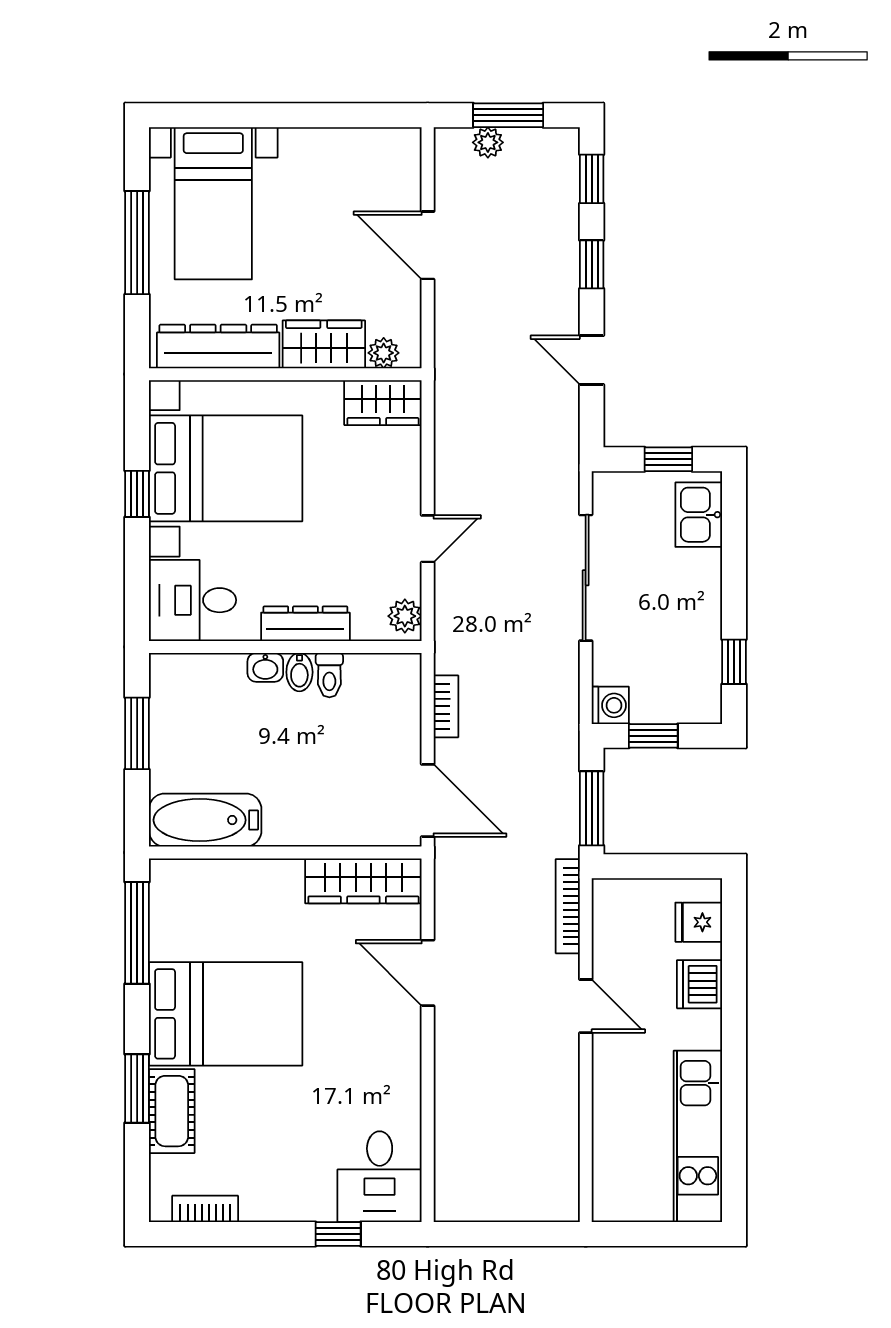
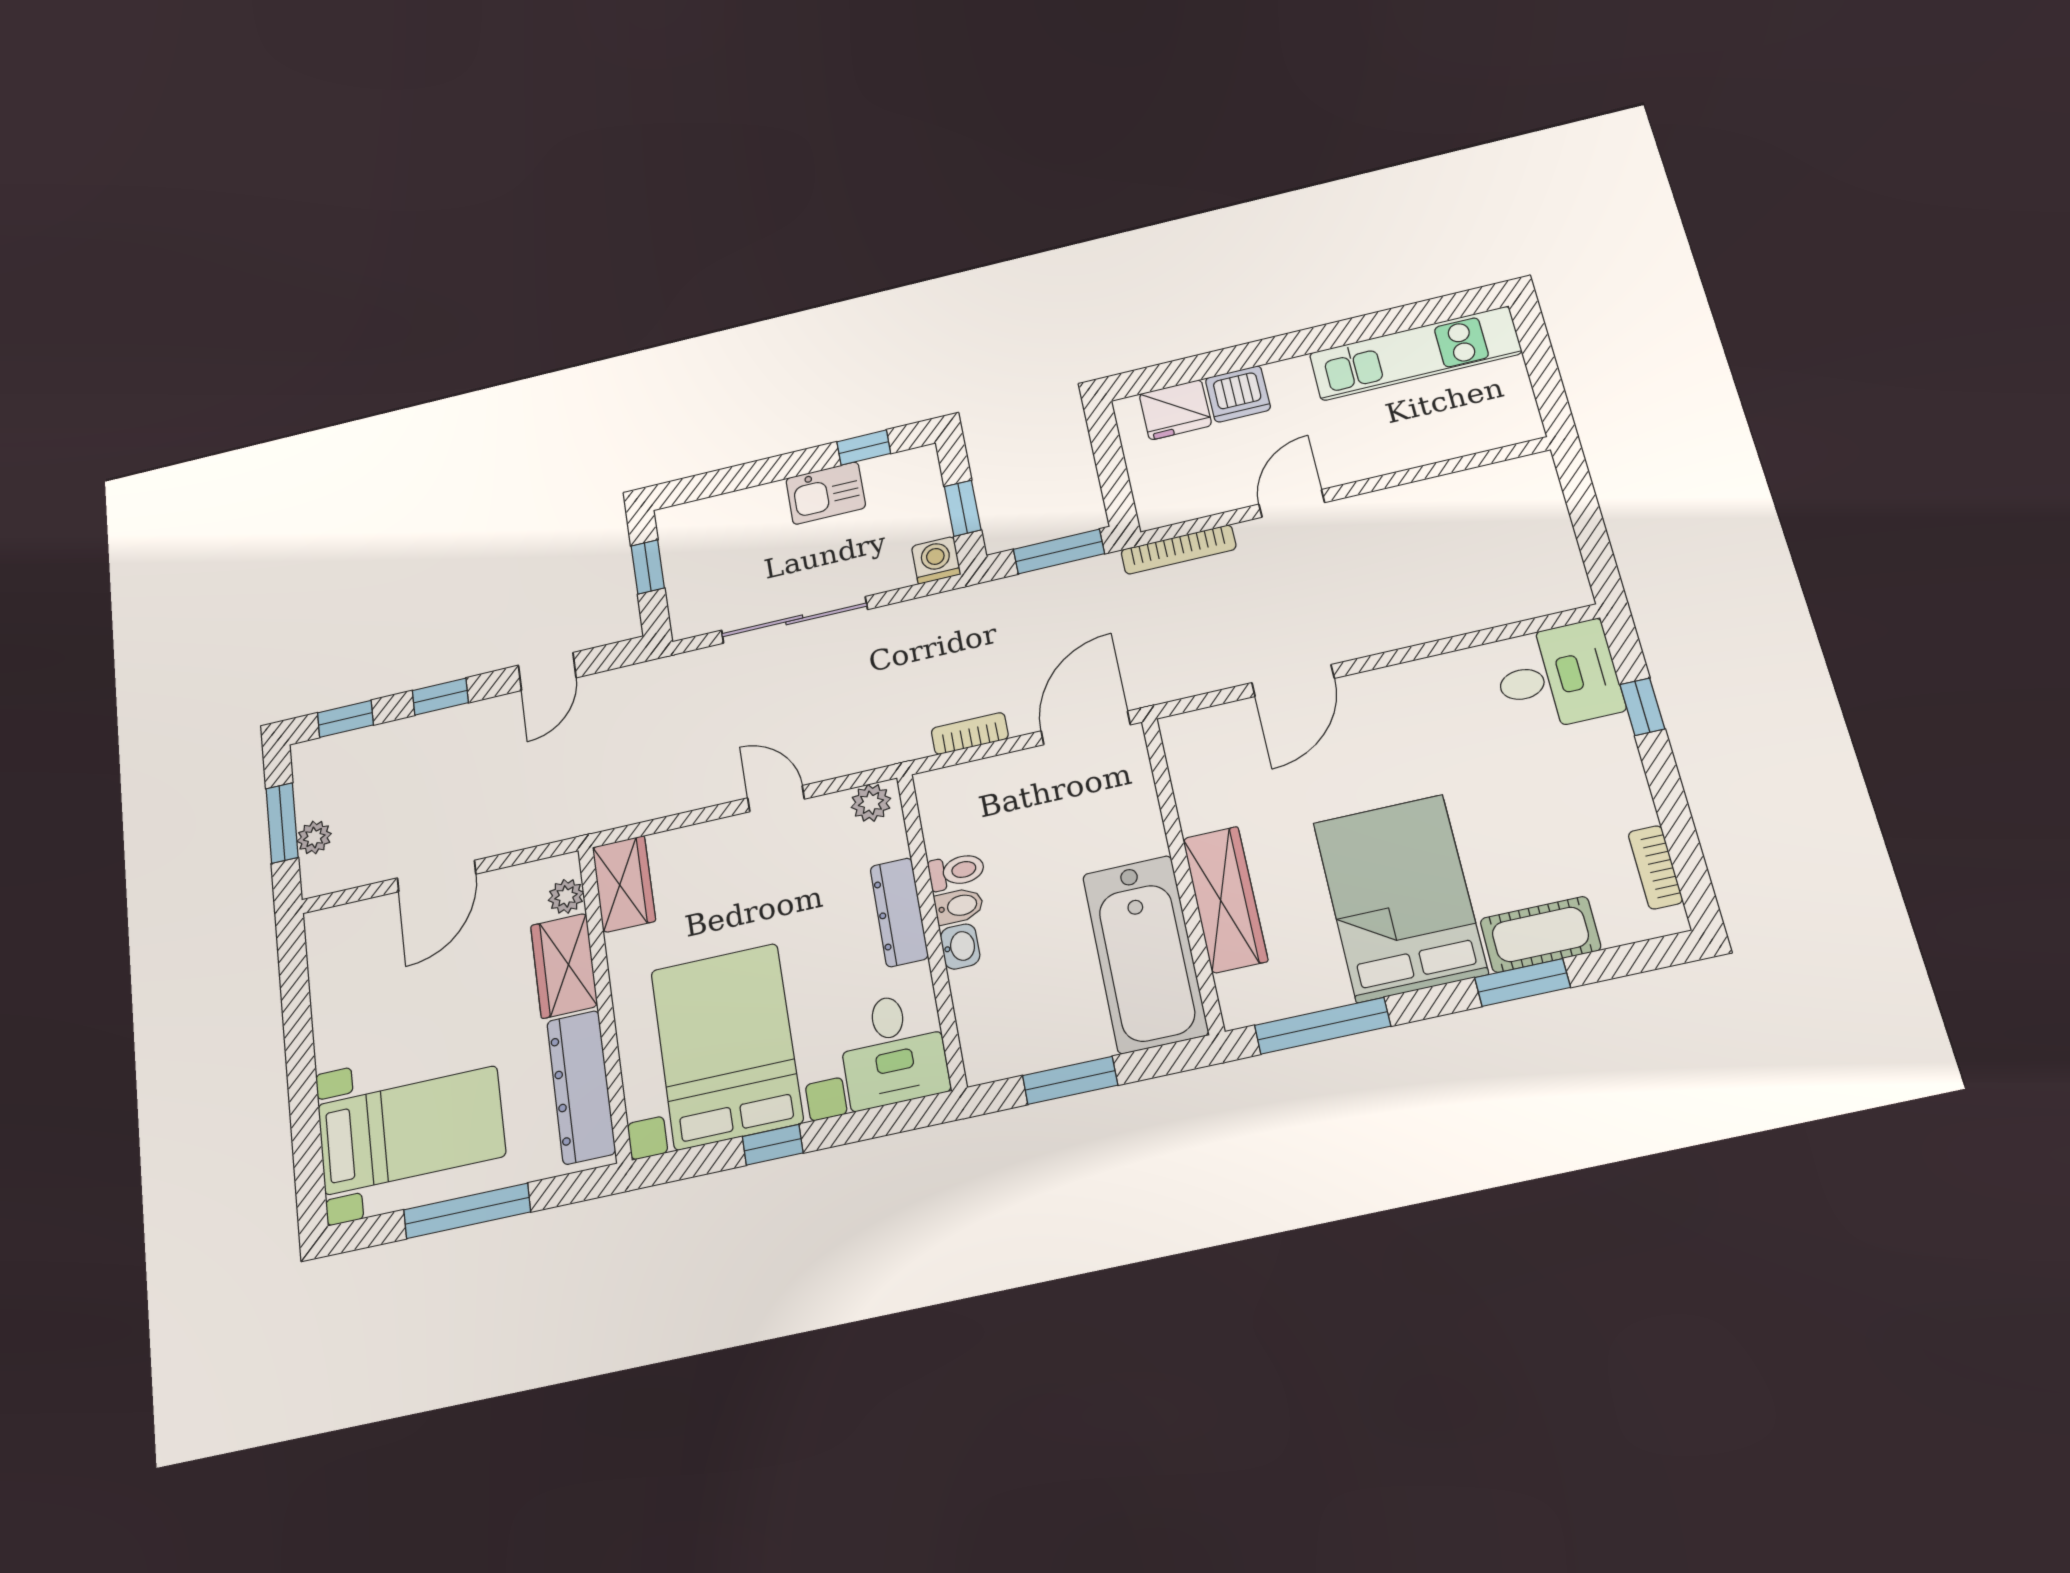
kitchen sink: (699, 515) -> (826, 493), moved
bathtub: (205, 820) -> (1145, 954), width x1.36, depth x1.36
wardrobe: (363, 881) -> (1225, 899), moved
fridge: (699, 922) -> (1175, 410), width x1.38

